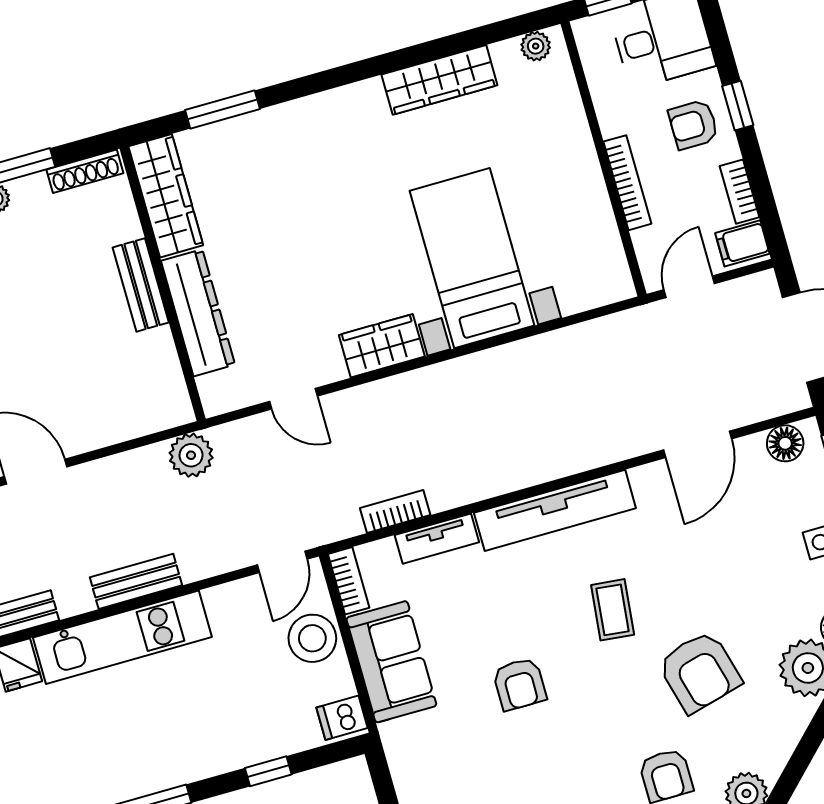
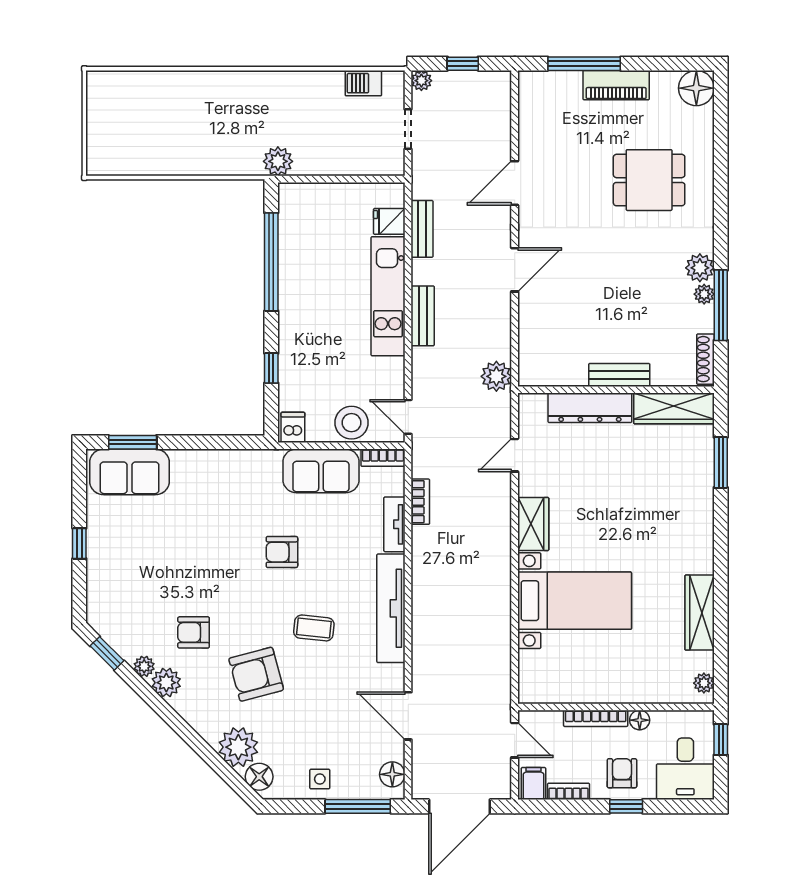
floor lamp: (612, 121) -> (640, 720), added

